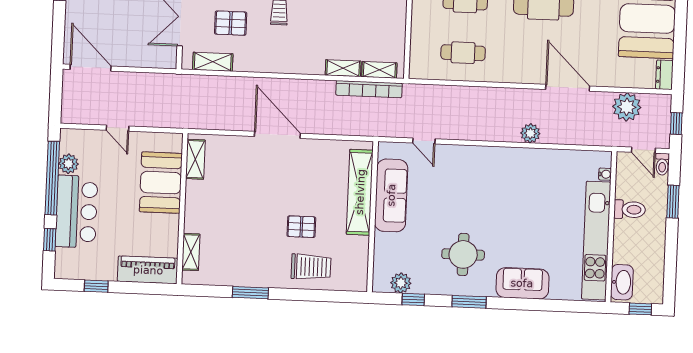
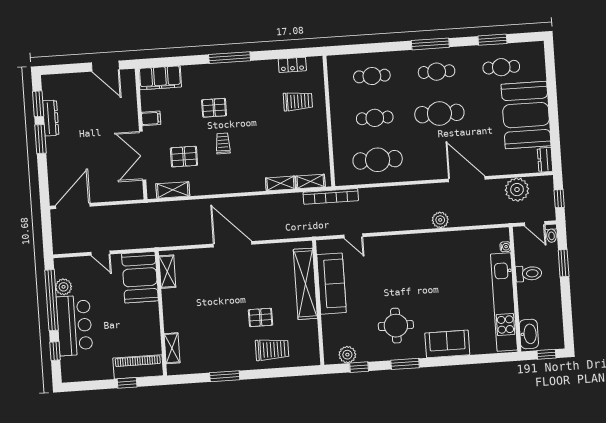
cafe table: (463, 53) -> (378, 160), width x1.37, depth x1.35
door: (91, 68) -> (73, 206), hinge flipped
bookcase: (369, 89) -> (331, 196), moved
booth: (161, 183) -> (140, 277), moved
window: (96, 286) -> (127, 383), moved

